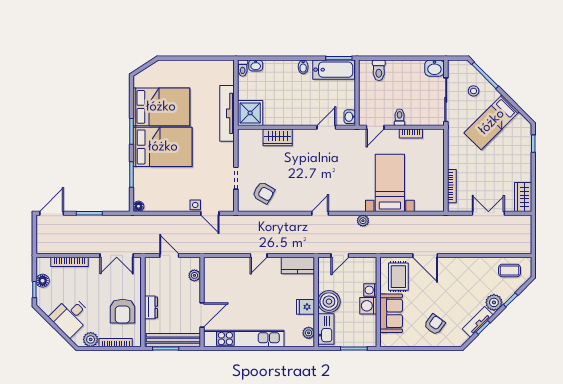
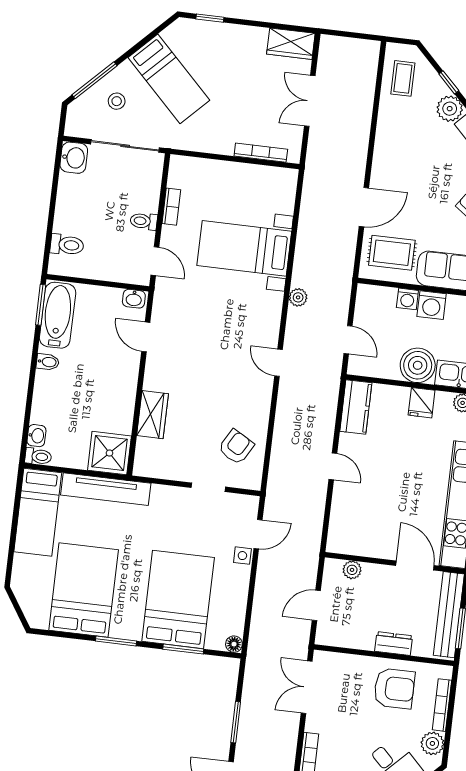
bed: (207, 72) -> (38, 512), added
bed: (163, 147) -> (178, 599), moved
double door: (117, 255) -> (307, 687), swing flipped

